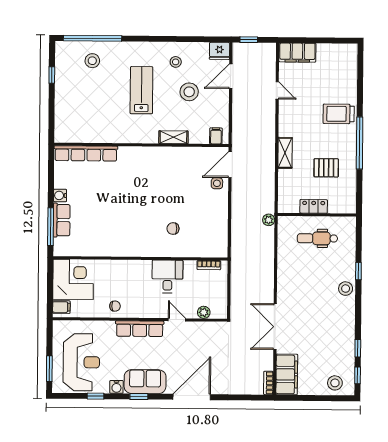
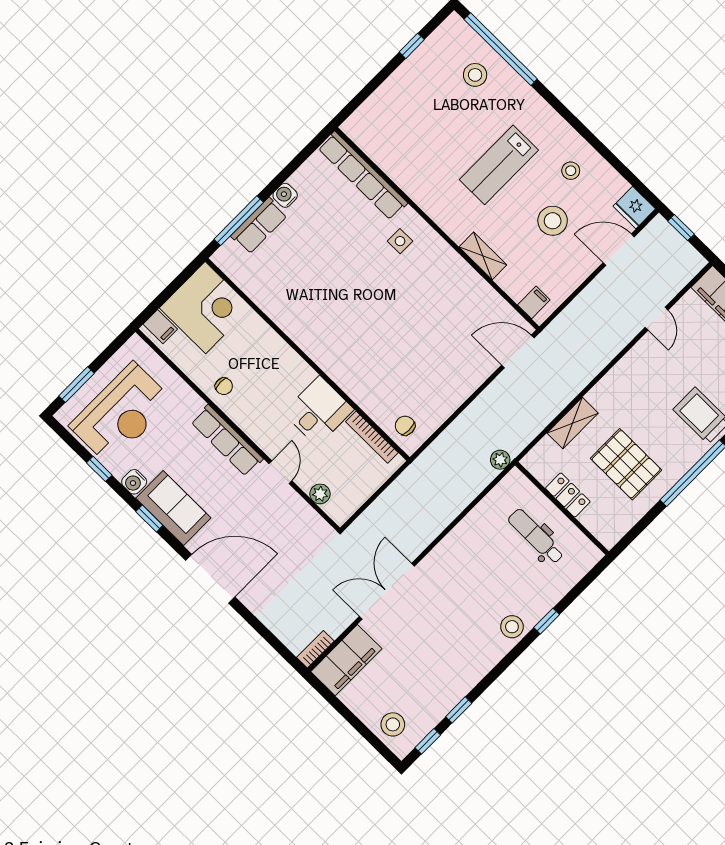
lab bench: (141, 90) -> (499, 165), turned 180
shelving: (285, 153) -> (573, 423), moved
pallet: (326, 168) -> (626, 464), width x1.50, depth x1.42
side table: (217, 183) -> (400, 241), moved
chair: (173, 229) -> (405, 426), moved
bookcase: (209, 265) -> (372, 437), width x1.56

